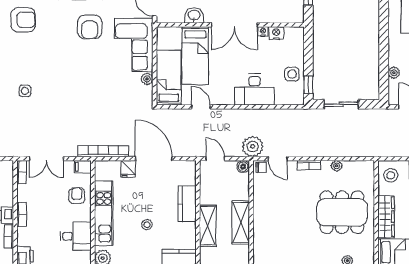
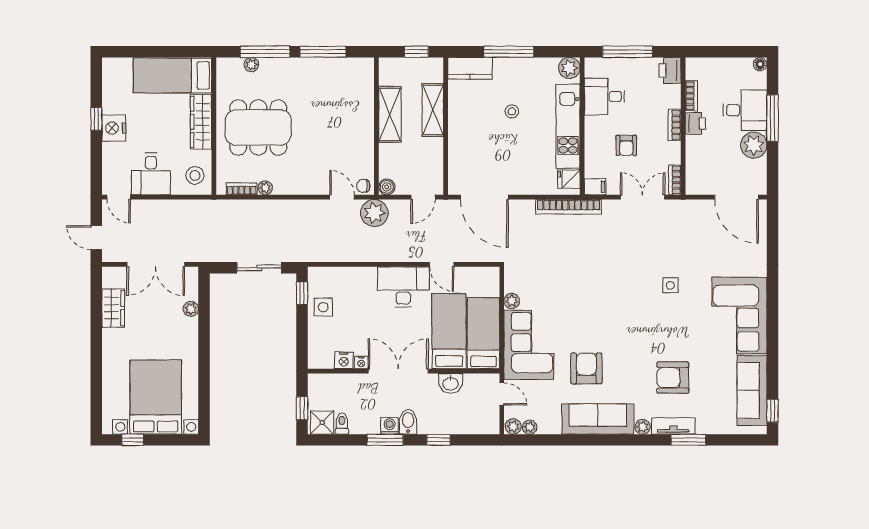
bed: (169, 78) -> (483, 333), moved, turned 180
desk: (254, 90) -> (403, 287), moved
door: (154, 159) -> (484, 197), moved
door: (215, 159) -> (423, 197), hinge flipped
bookcase: (309, 165) -> (241, 189), moved
fridge: (128, 169) -> (569, 179), moved, turned -90
armchair: (77, 196) -> (626, 145), moved
kitchen counter: (187, 204) -> (460, 139), removed

